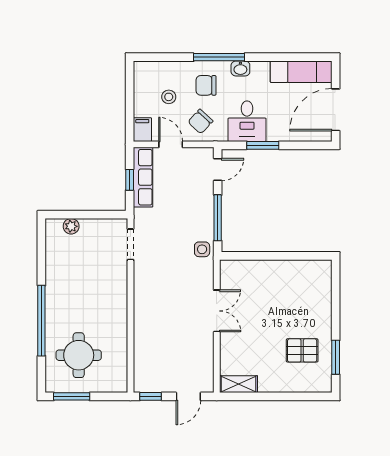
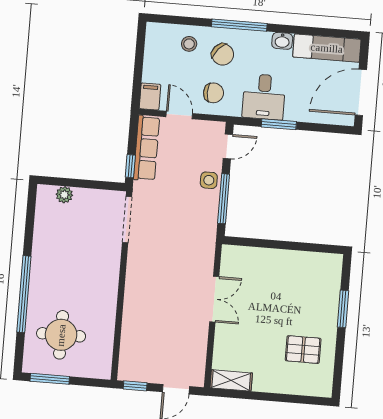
washbasin: (240, 68) -> (282, 41), moved
chair: (206, 85) -> (223, 54), turned -139
stool: (169, 97) -> (189, 44), moved
chair: (200, 121) -> (213, 93), turned -133
window: (130, 180) -> (130, 166), moved
doorway: (130, 244) -> (127, 220), width x1.38
side table: (202, 249) -> (209, 180), moved
window: (336, 357) -> (343, 309), moved

